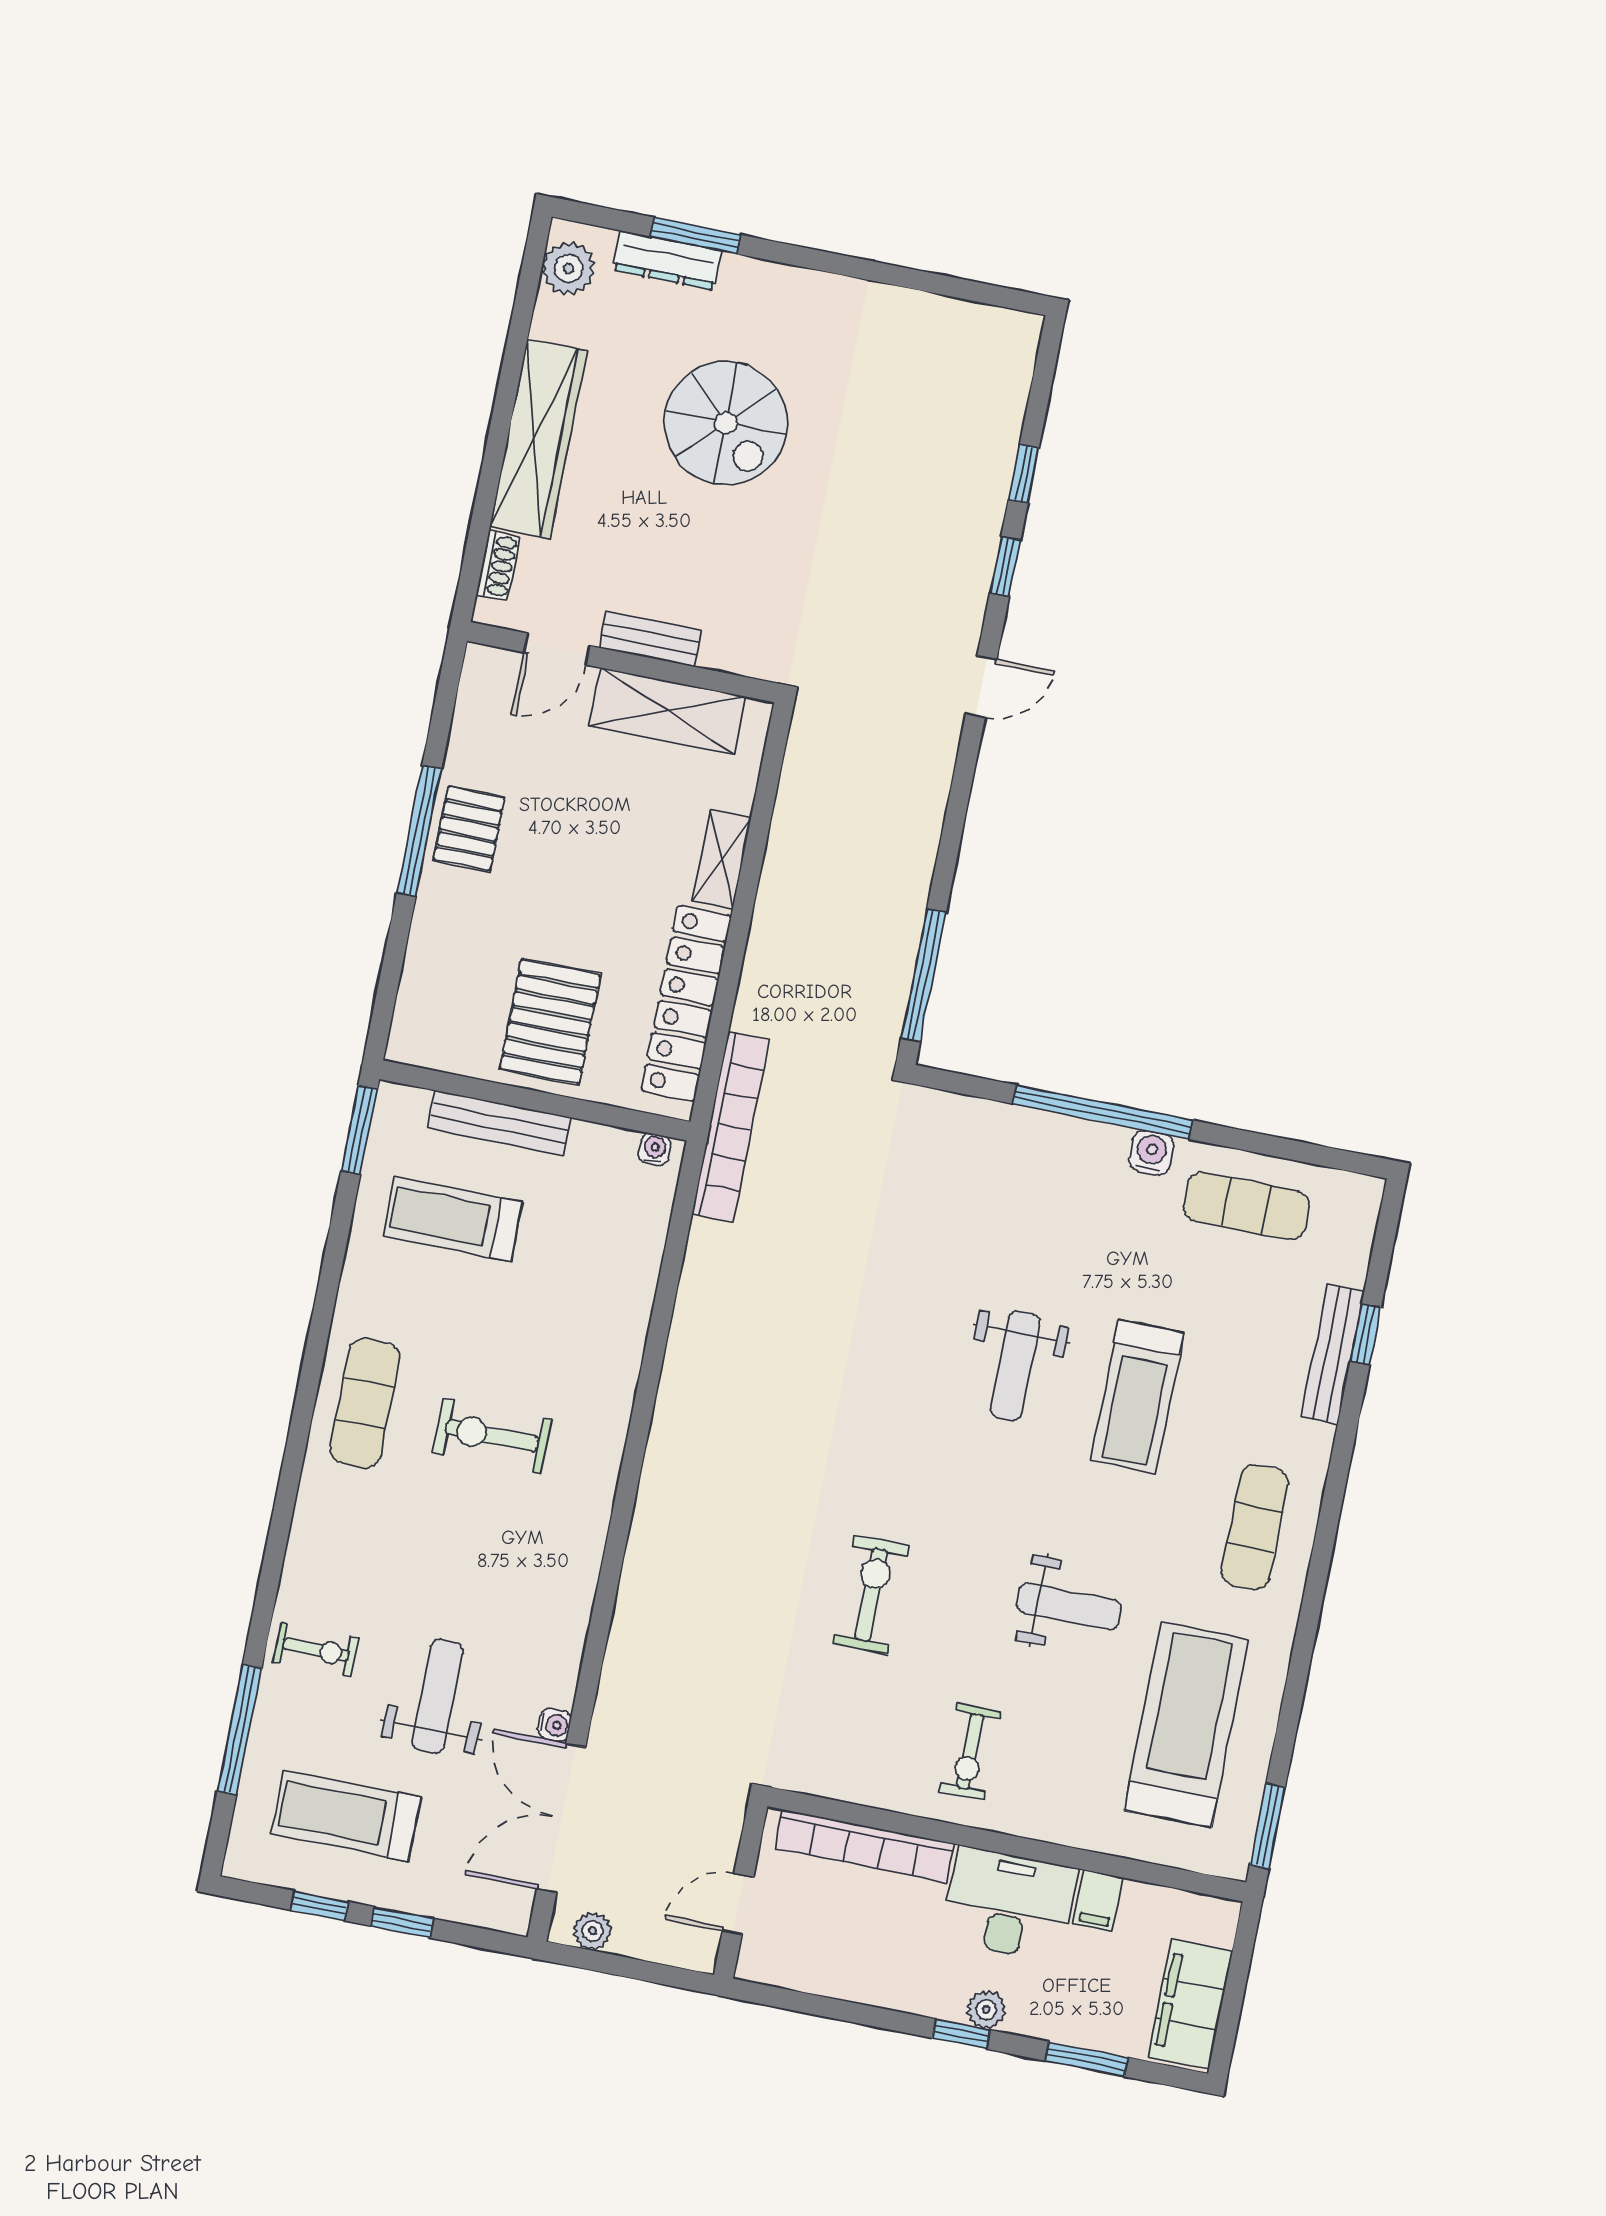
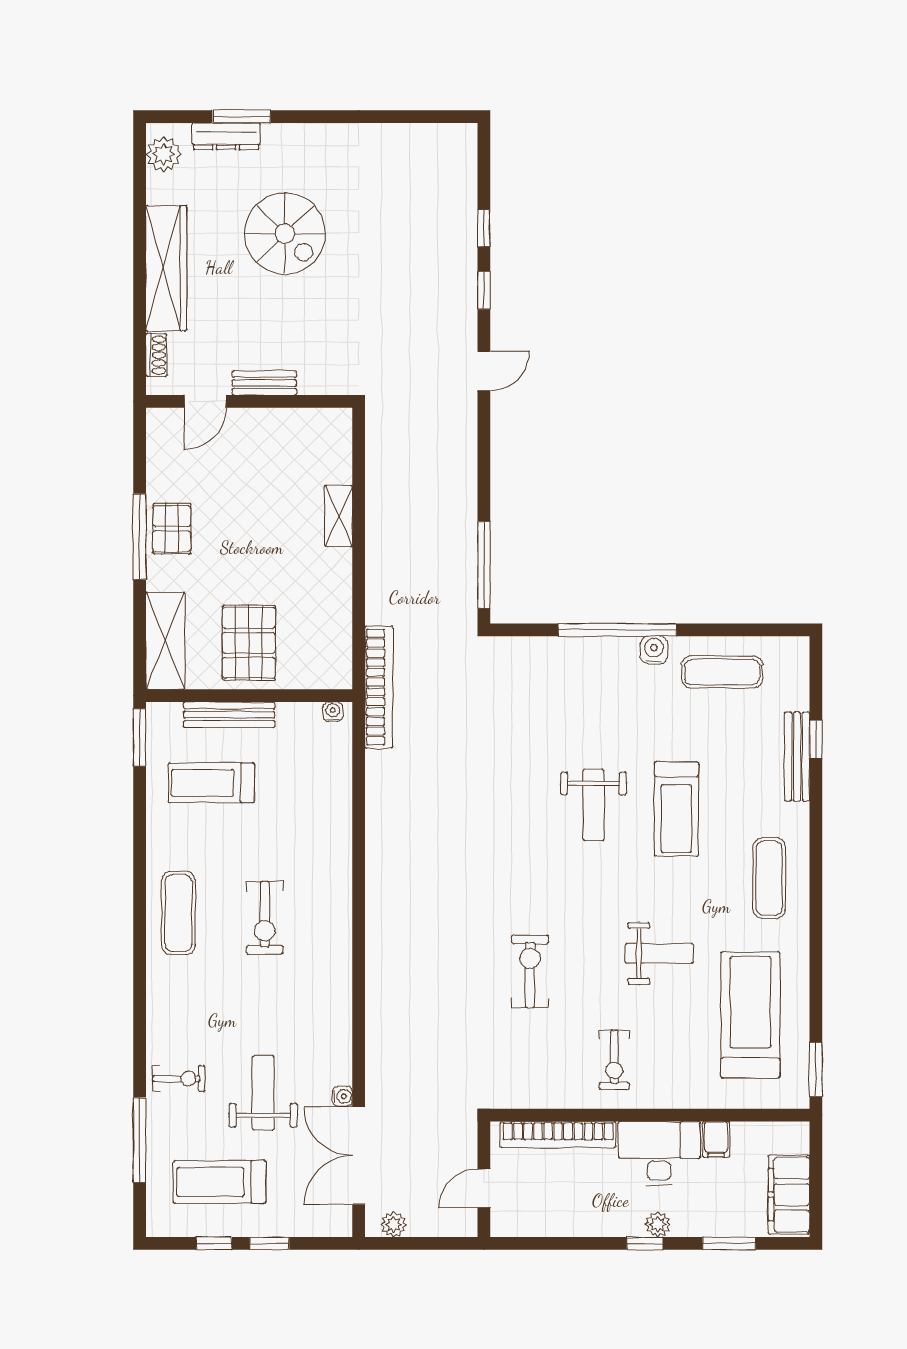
shelving: (667, 711) -> (165, 641), moved, turned 90
locker: (686, 1003) -> (334, 613), removed
exercise bike: (492, 1436) -> (265, 918), turned -90

